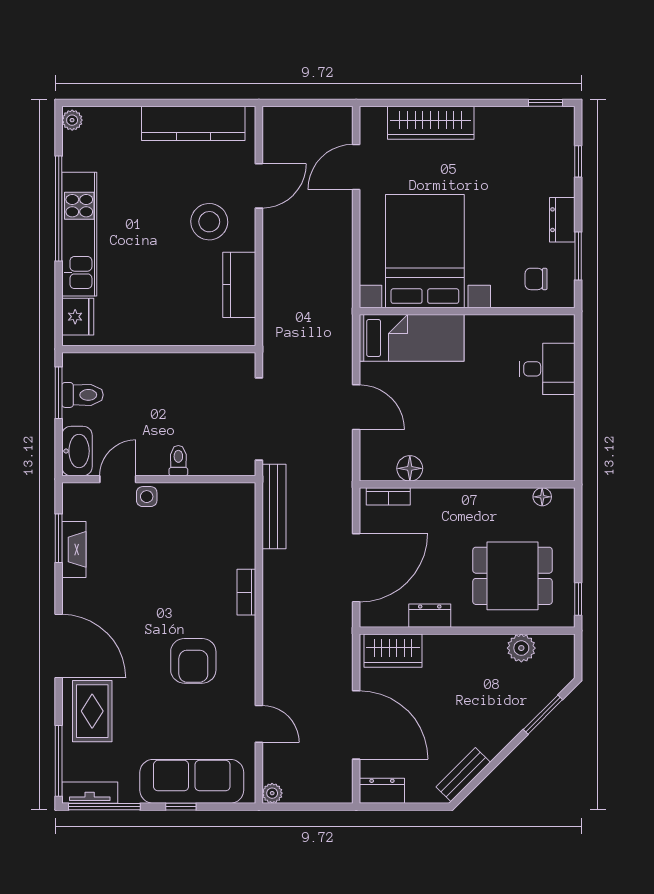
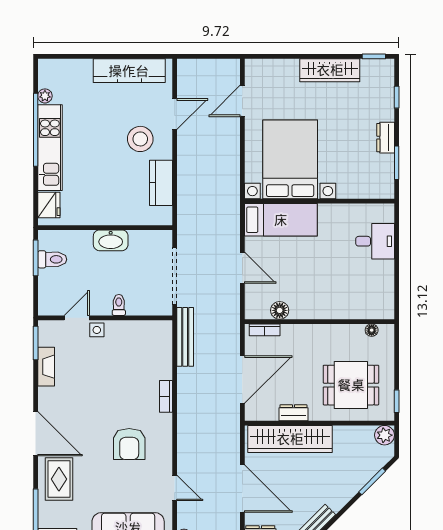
plant: (72, 120) -> (45, 96), moved
wardrobe: (431, 123) -> (330, 70), moved
chair: (536, 279) -> (367, 179), removed
washbasin: (77, 451) -> (111, 240), moved, turned 90
window: (59, 538) -> (36, 343), moved
plant: (521, 648) -> (385, 435), moved
wardrobe: (393, 651) -> (290, 439), width x2.10, depth x1.17

